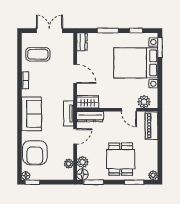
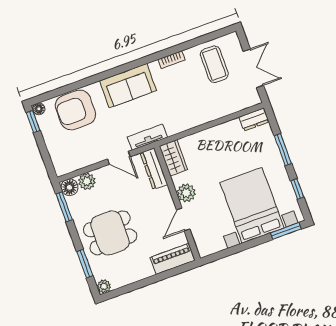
door: (75, 74) -> (206, 126), removed
plant: (144, 102) -> (186, 193), moved
plant: (69, 164) -> (77, 163), removed

